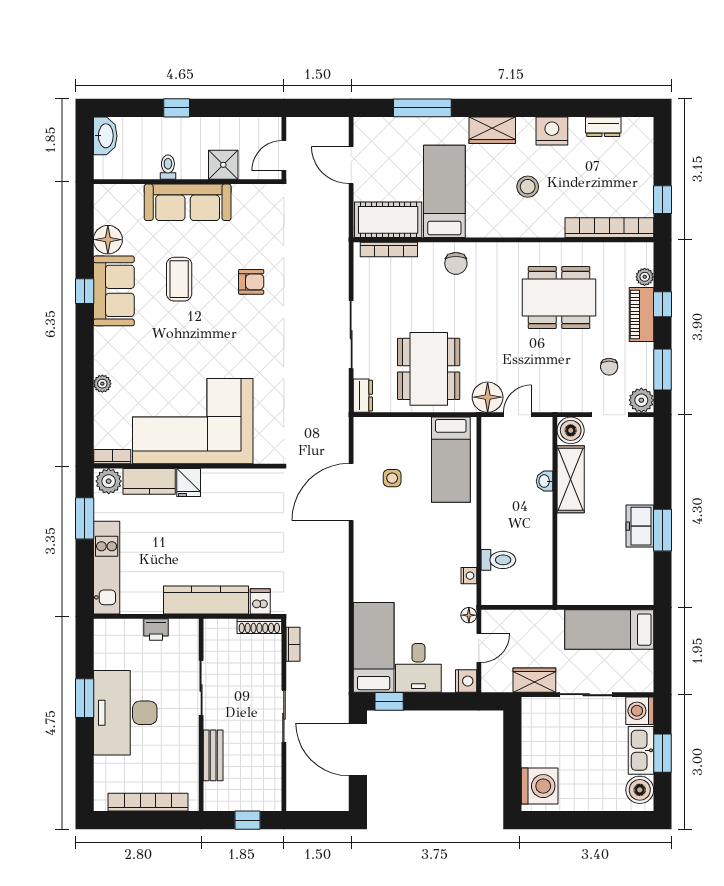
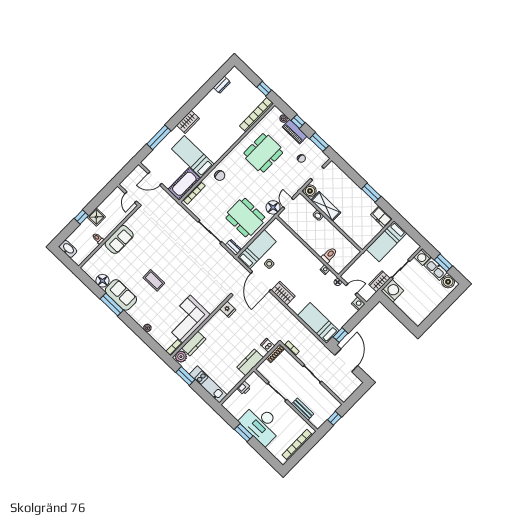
nightstand: (552, 131) -> (207, 103), removed
shower: (223, 165) -> (96, 217), moved
stool: (528, 187) -> (218, 128), removed
sofa: (188, 202) -> (119, 239), width x0.73
coffee table: (179, 279) -> (154, 280), moved
armchair: (251, 282) -> (161, 248), removed
window: (85, 291) -> (112, 304), width x2.17
plant: (641, 400) -> (322, 159), removed
corner sofa: (193, 421) -> (187, 319), width x0.73, depth x0.74
bed: (451, 460) -> (257, 249), moved, turned -90
fridge: (189, 483) -> (228, 309), moved
freezer: (640, 526) -> (381, 217), moved
wardrobe: (367, 546) -> (283, 293), added
kitchen counter: (206, 600) -> (250, 362), width x0.67
door: (479, 648) -> (352, 289), hinge flipped
desk: (418, 668) -> (339, 315), removed
door: (358, 750) -> (346, 360), swing flipped
washing machine: (540, 786) -> (392, 291), moved

